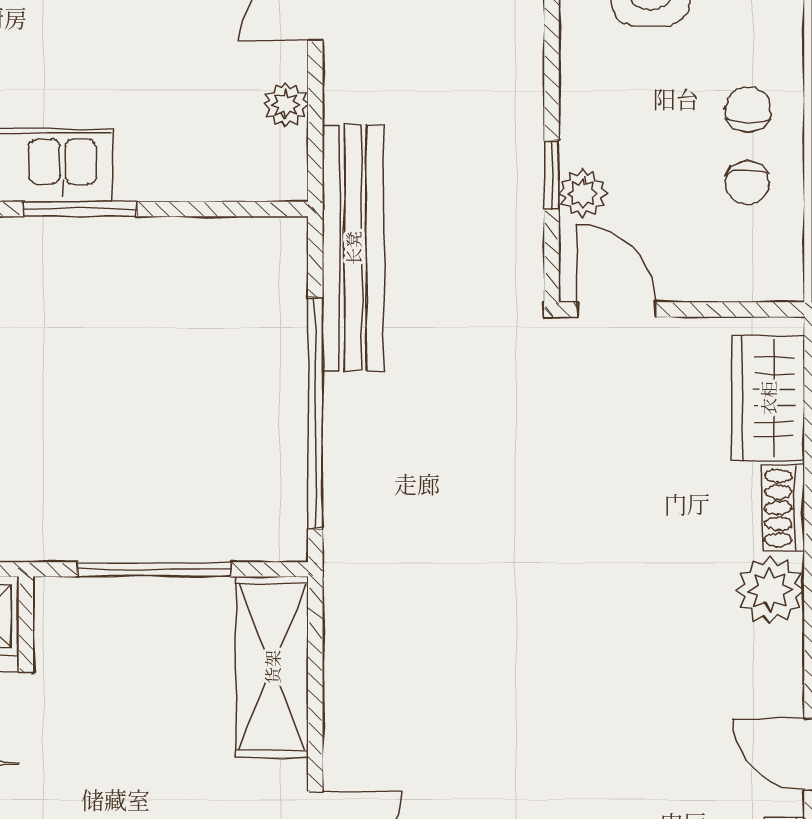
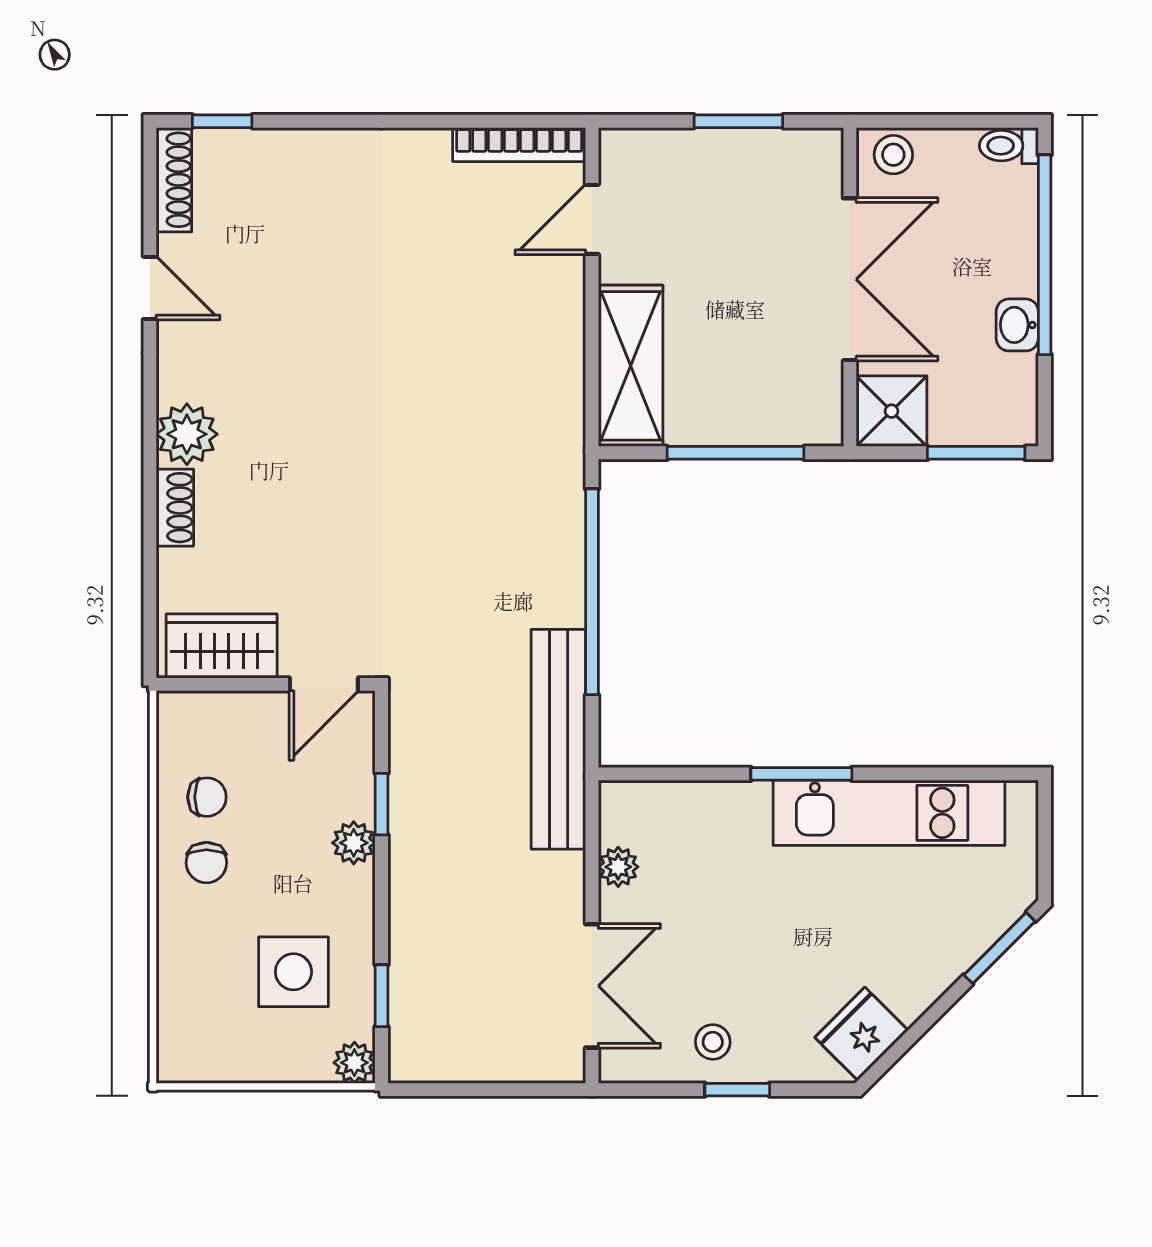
chair: (747, 183) -> (207, 797), turned 90
plant: (583, 194) -> (354, 843), moved
door: (616, 309) -> (324, 684), hinge flipped
wardrobe: (768, 398) -> (222, 646), moved, turned -90

